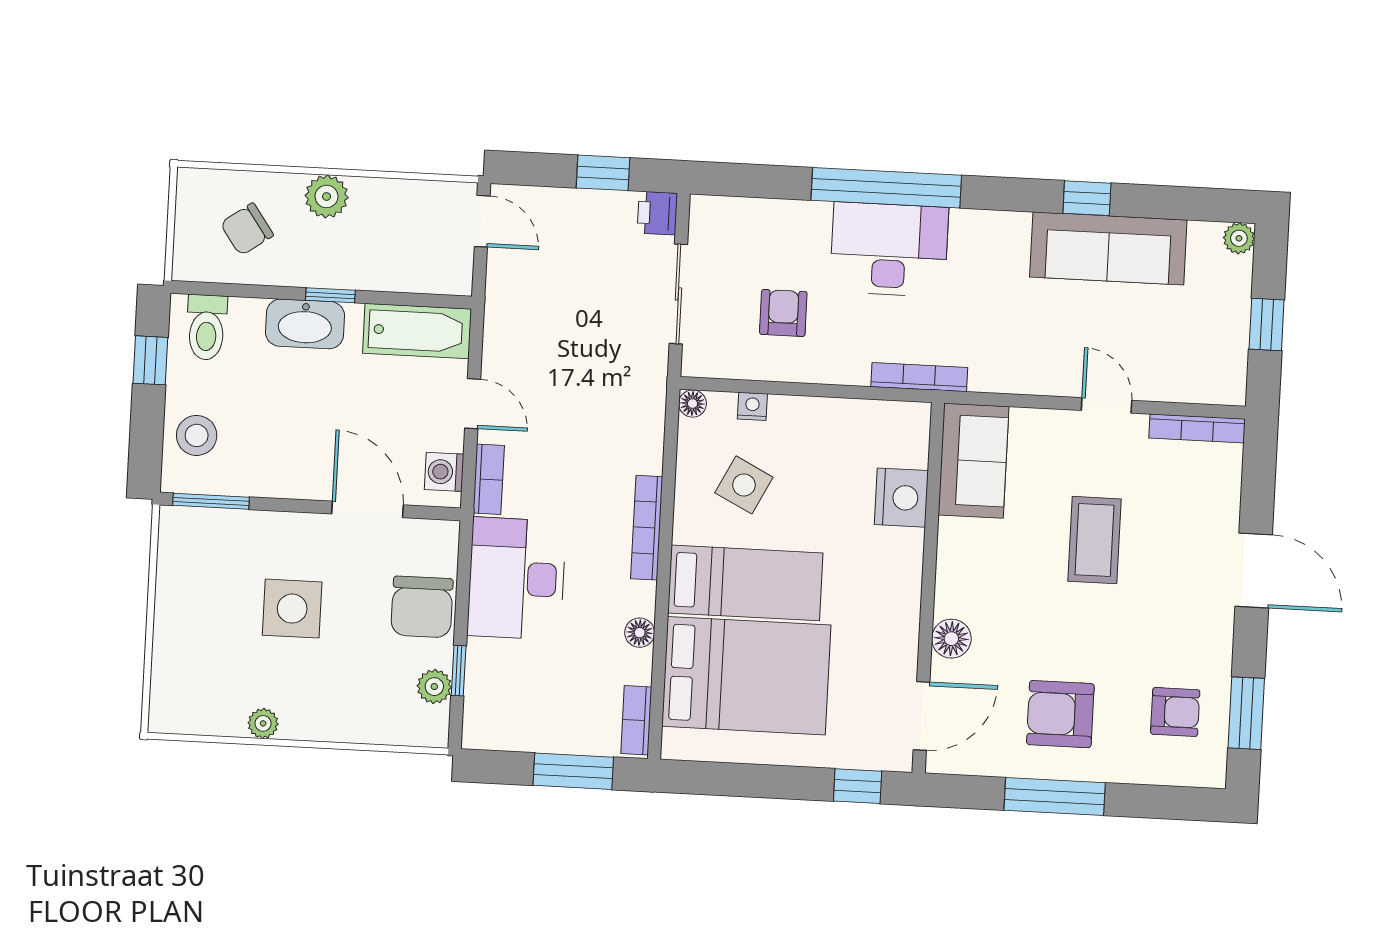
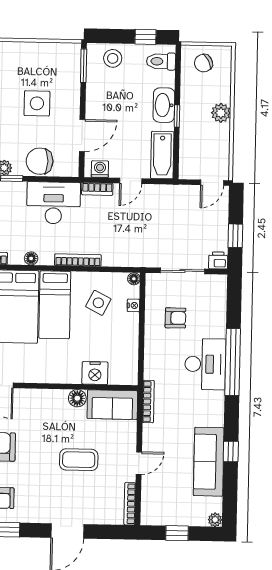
chair: (247, 229) -> (204, 63), moved, turned -82
bookcase: (919, 377) -> (148, 402), moved
floor lamp: (951, 639) -> (77, 398), moved

